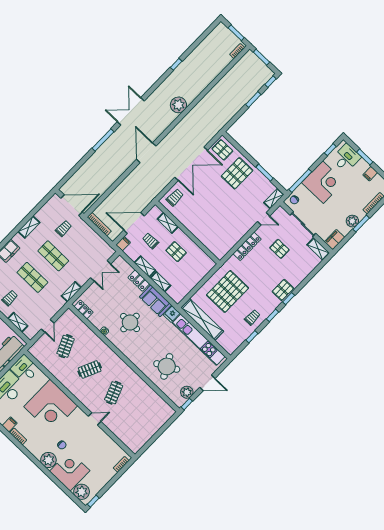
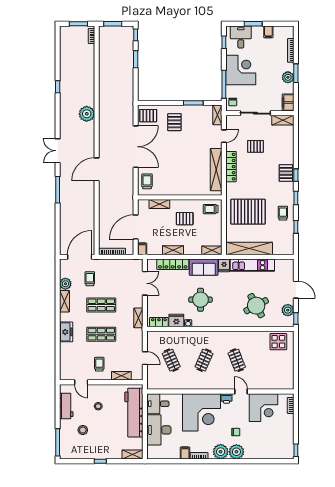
double door: (131, 111) -> (58, 151), width x0.73
door: (146, 153) -> (97, 169), hinge flipped
pallet: (237, 173) -> (174, 122), width x0.67, depth x0.71
plant: (42, 215) -> (65, 284), added
shelving: (234, 238) -> (216, 170), added
trolley: (151, 241) -> (211, 209), moved
locker: (139, 281) -> (173, 264), width x1.53
shelving: (160, 282) -> (212, 250), moved
pallet: (228, 291) -> (248, 212), turned 90
fridge: (98, 321) -> (176, 320), added
kitchen unit: (199, 340) -> (252, 265), width x0.73
door: (207, 383) -> (296, 290), hinge flipped
display table: (157, 409) -> (278, 342), added
printer: (79, 414) -> (227, 398), added
door: (95, 419) -> (241, 391), hinge flipped
corner desk: (70, 471) -> (264, 408), moved, turned 180
plant: (82, 492) -> (221, 452), moved

